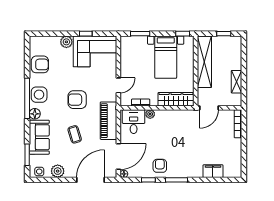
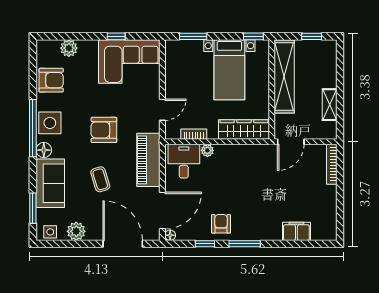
plant: (66, 42) -> (69, 48), moved
door: (91, 180) -> (123, 244), hinge flipped

